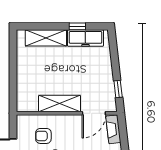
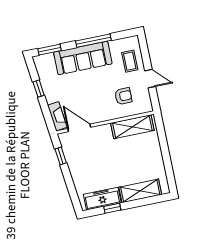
shelving: (60, 104) -> (132, 127), moved
door: (94, 113) -> (79, 128), hinge flipped

